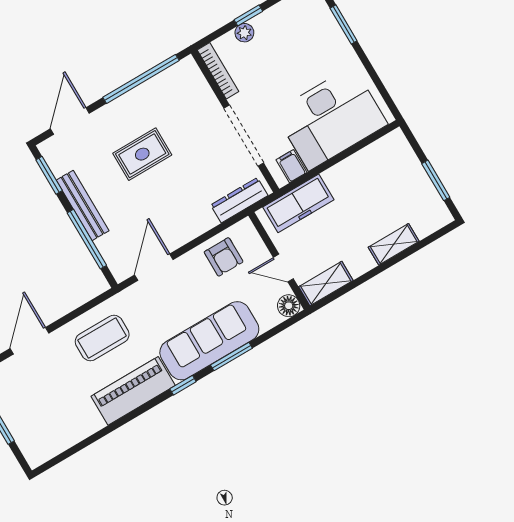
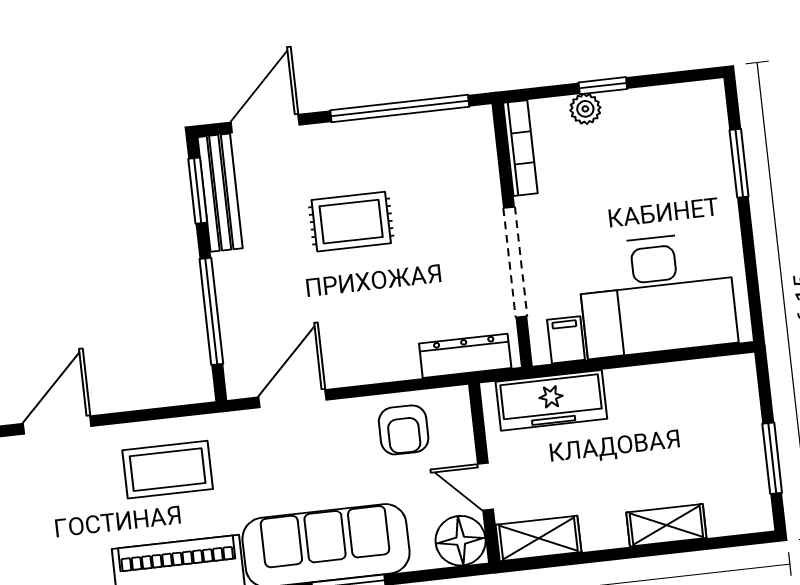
bench: (83, 205) -> (220, 193), moved
floor lamp: (289, 306) -> (461, 541), width x1.38, depth x1.38

